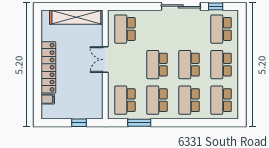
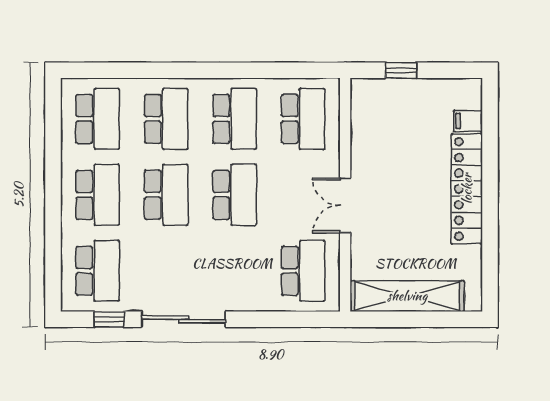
double door: (105, 60) -> (345, 205), swing flipped
window: (139, 123) -> (272, 70), removed

